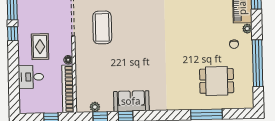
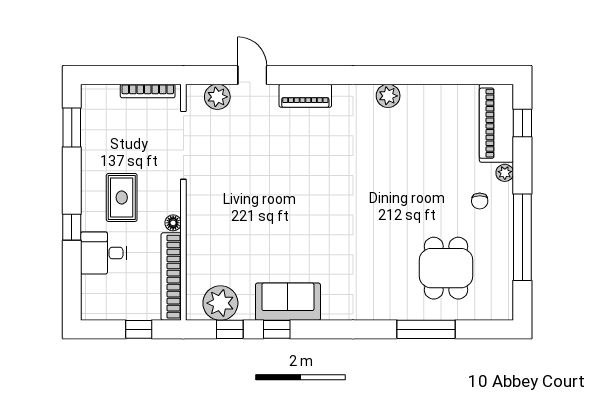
coffee table: (102, 27) -> (237, 165), removed
window: (13, 34) -> (72, 227), moved
dining table: (217, 81) -> (446, 268), turned 90
plant: (95, 107) -> (220, 303), width x1.87, depth x1.87

